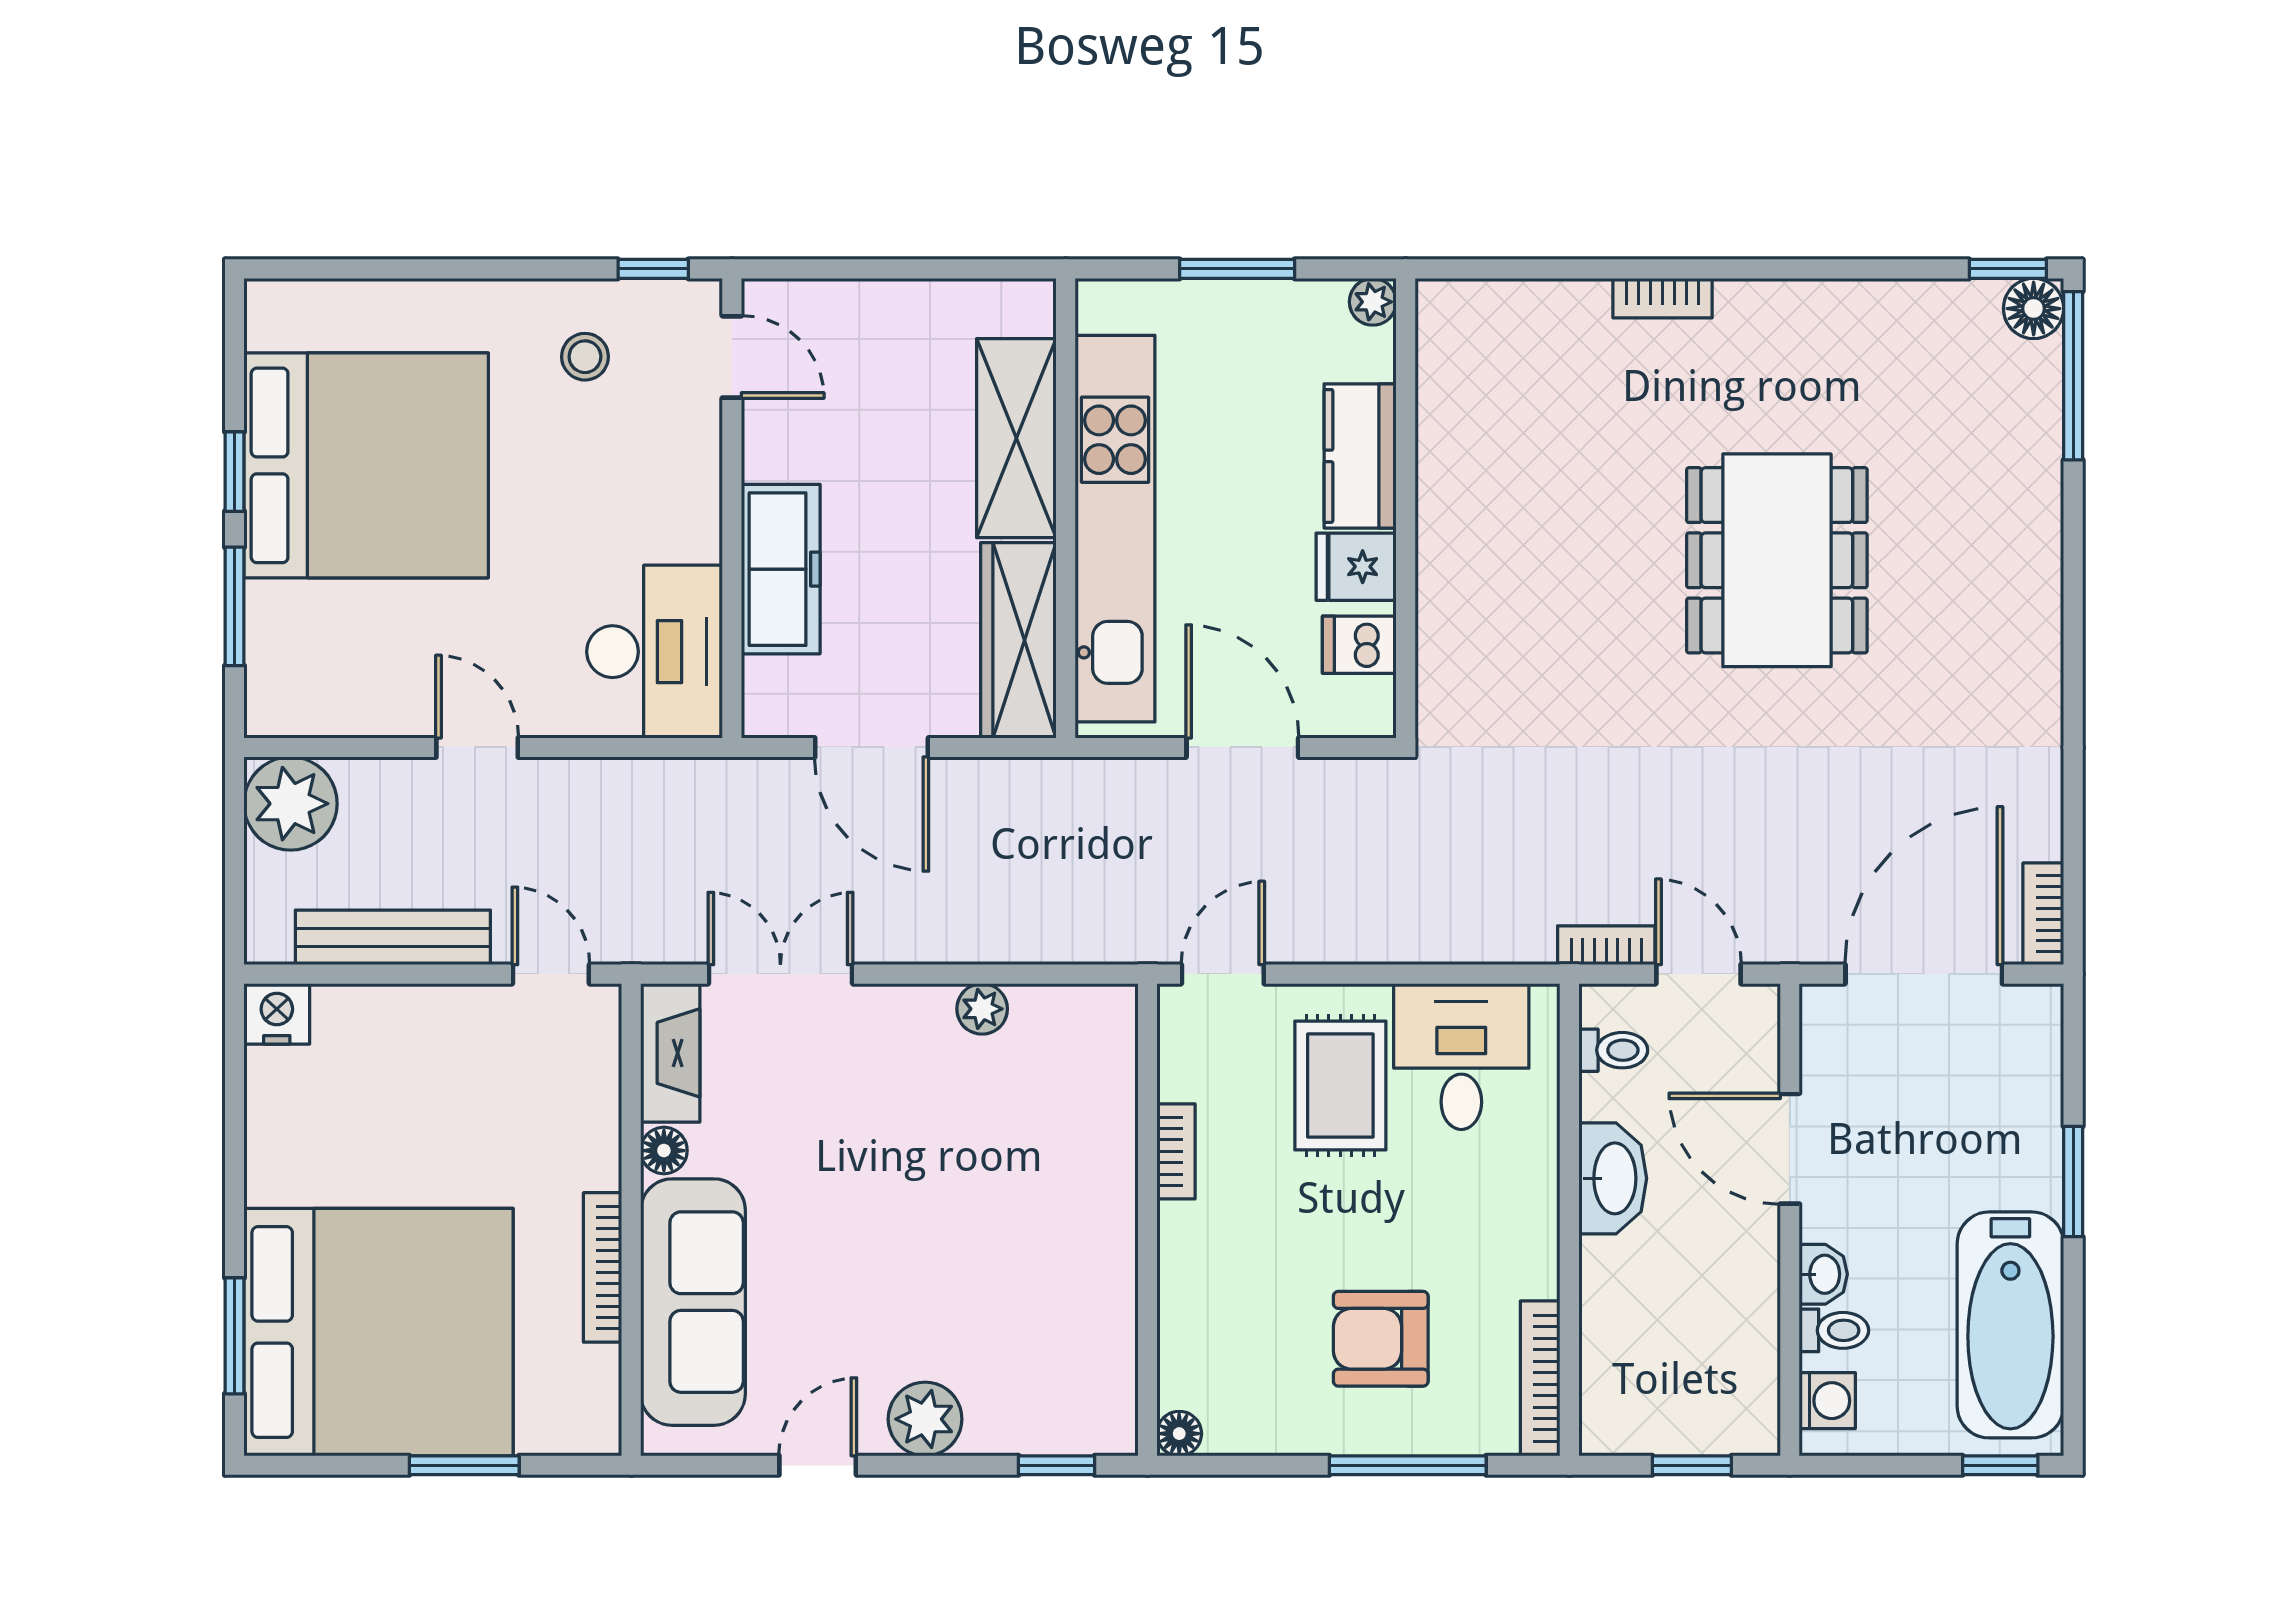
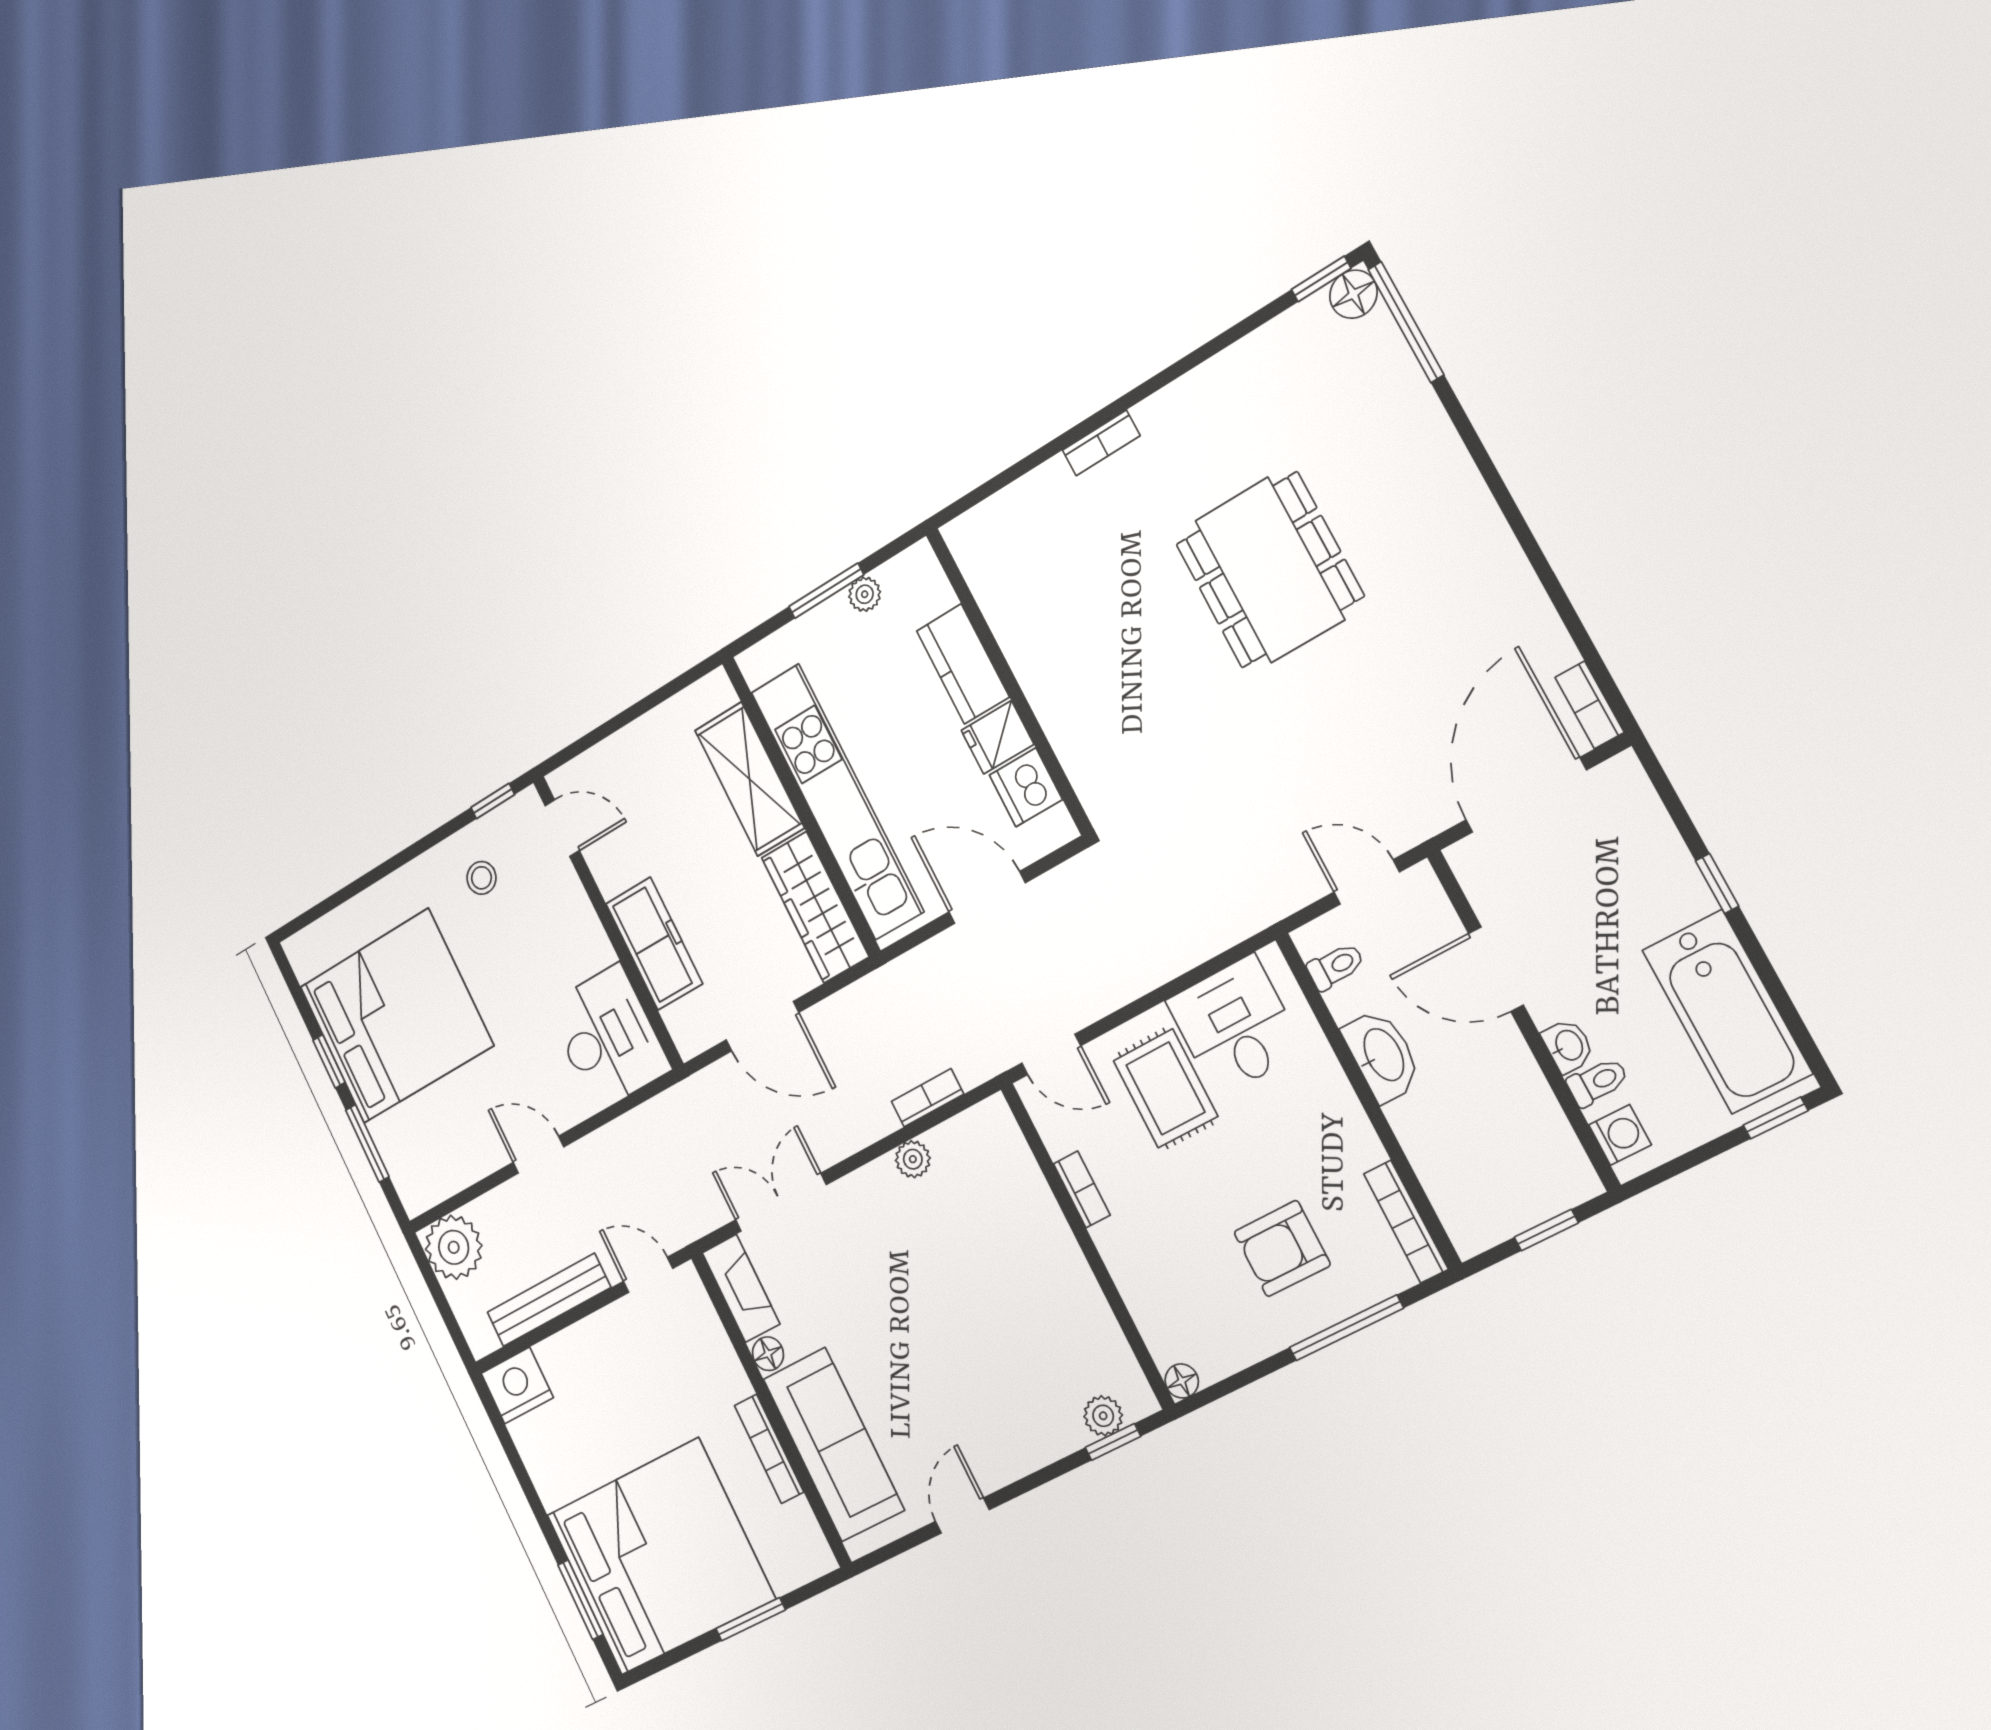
plant: (1373, 302) -> (865, 594), moved
dishwasher: (1359, 645) -> (1026, 787), width x1.38
bookcase: (1606, 945) -> (927, 1098), moved
door: (1223, 974) -> (1051, 1054), swing flipped
nightstand: (277, 1014) -> (517, 1386), width x1.36, depth x1.33
window: (2073, 1182) -> (1717, 883), width x0.67
plant: (925, 1419) -> (1103, 1416), moved, width x0.73, depth x0.73

